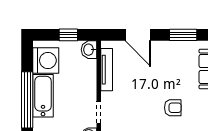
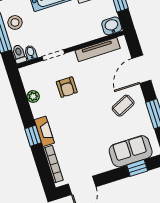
coffee table: (166, 63) -> (123, 106), added
armchair: (173, 108) -> (67, 87), moved

